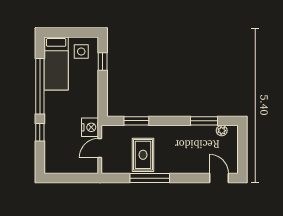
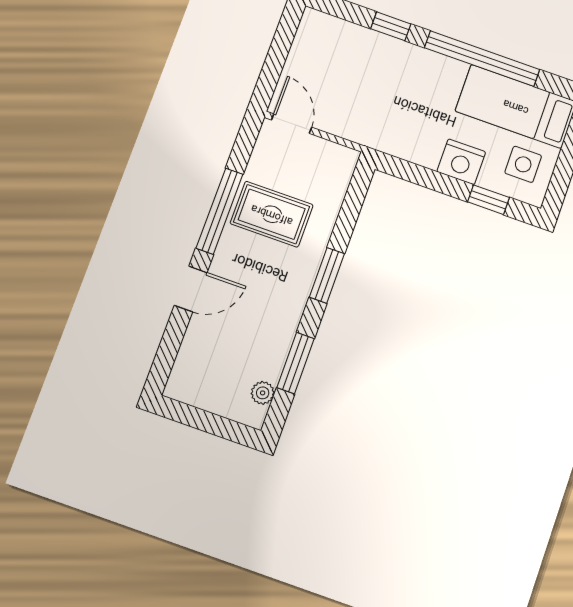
window: (136, 121) -> (327, 275), moved
nightstand: (90, 127) -> (461, 162), moved
door: (100, 148) -> (292, 124), moved
door: (219, 178) -> (191, 289), moved

